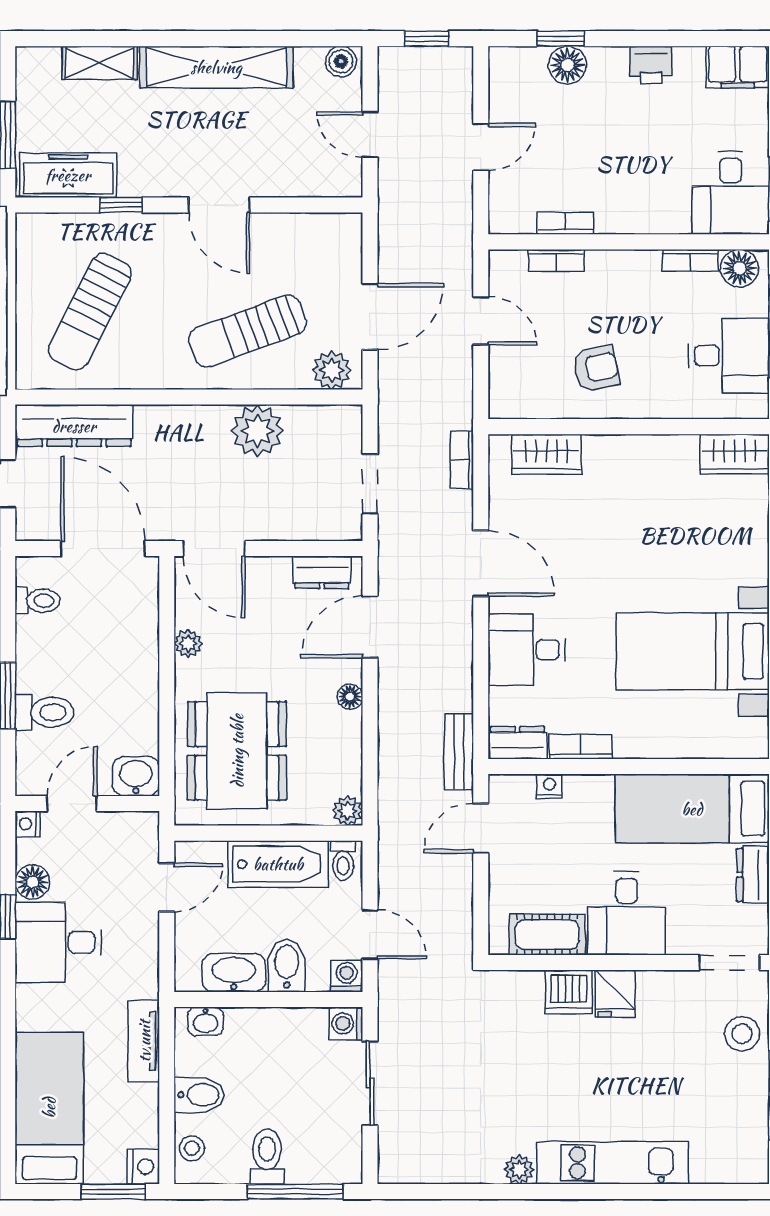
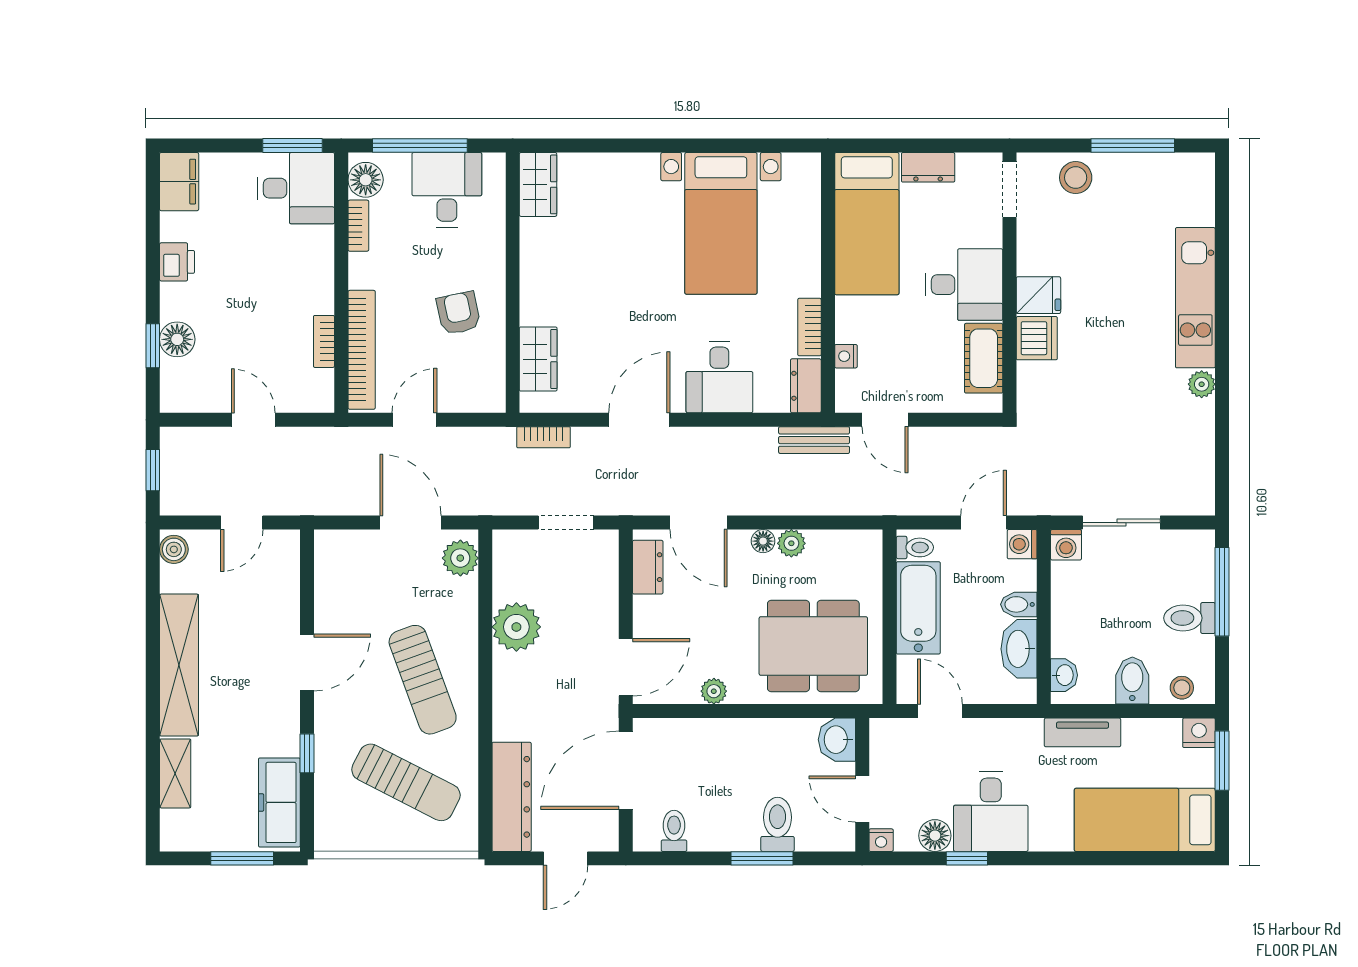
bookcase: (556, 260) -> (362, 350), width x2.31, depth x1.31
sun lounger: (247, 331) -> (423, 680), moved
plant: (348, 811) -> (791, 543), moved
bidet: (287, 965) -> (1019, 604), width x0.72, depth x0.74

